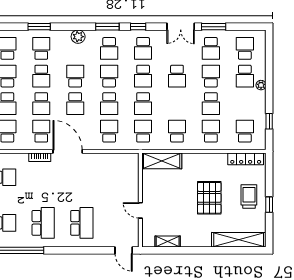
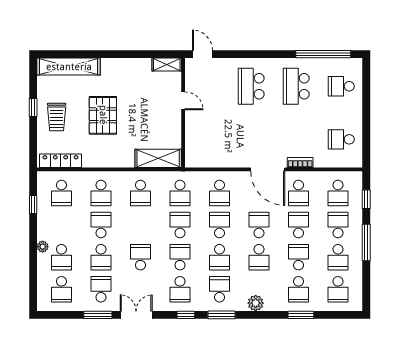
school desk: (143, 48) -> (180, 289), turned 180
school desk: (245, 76) -> (61, 257), turned 180
shelving: (168, 241) -> (167, 65), moved

